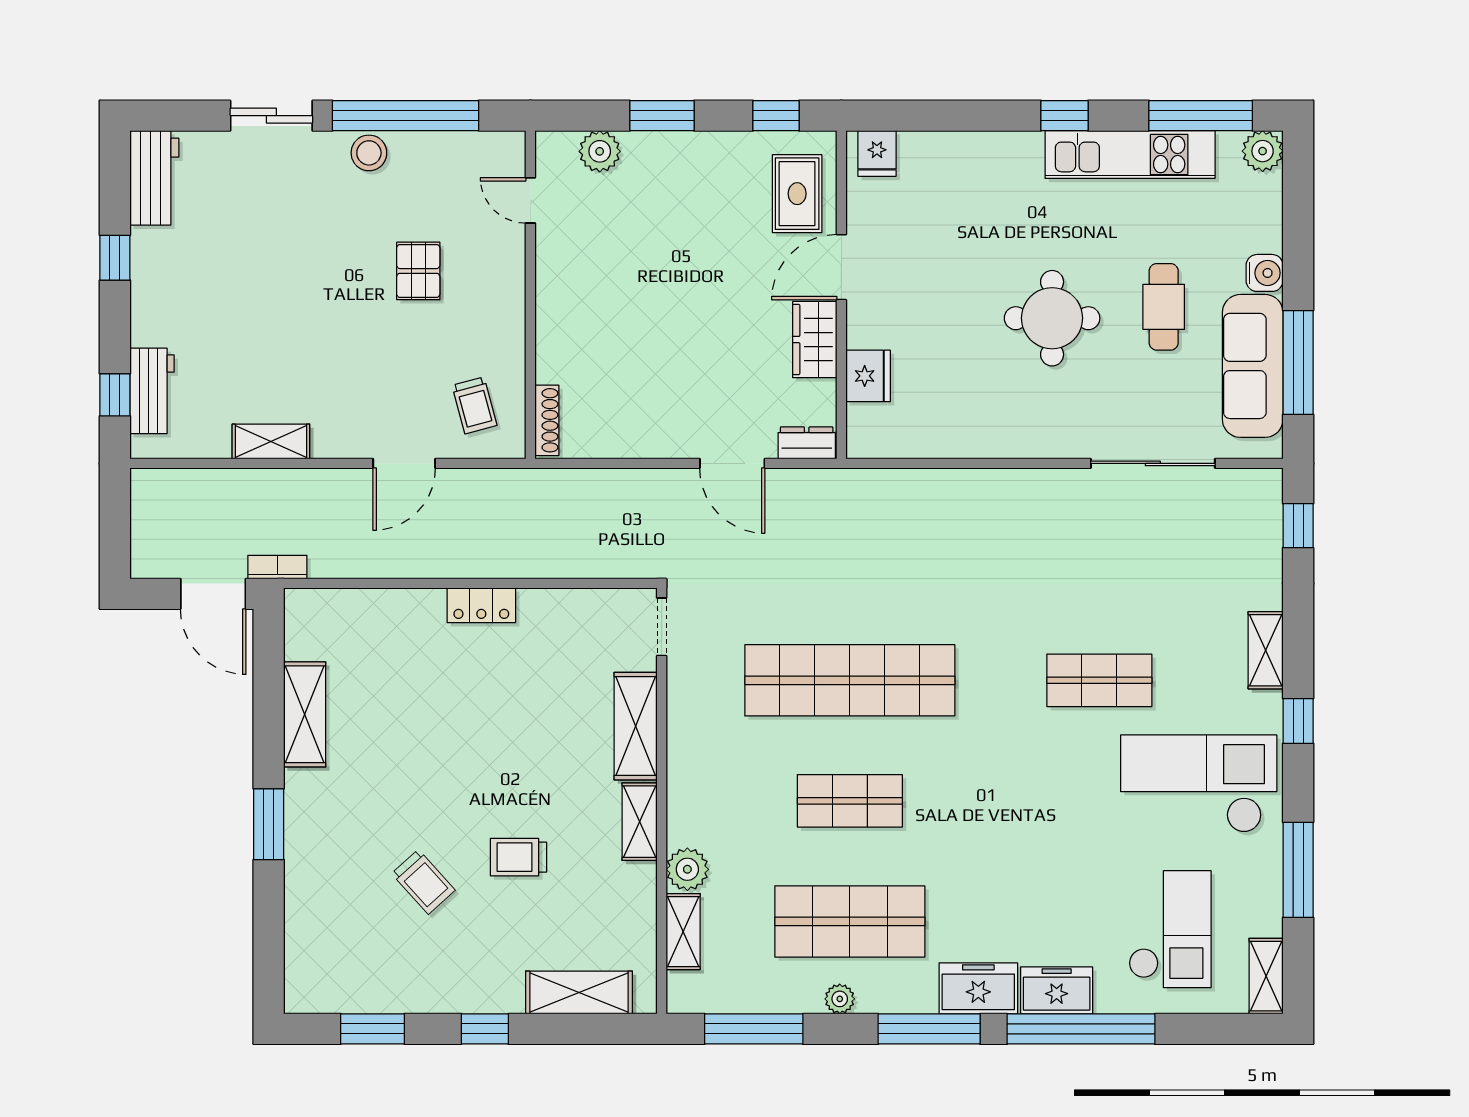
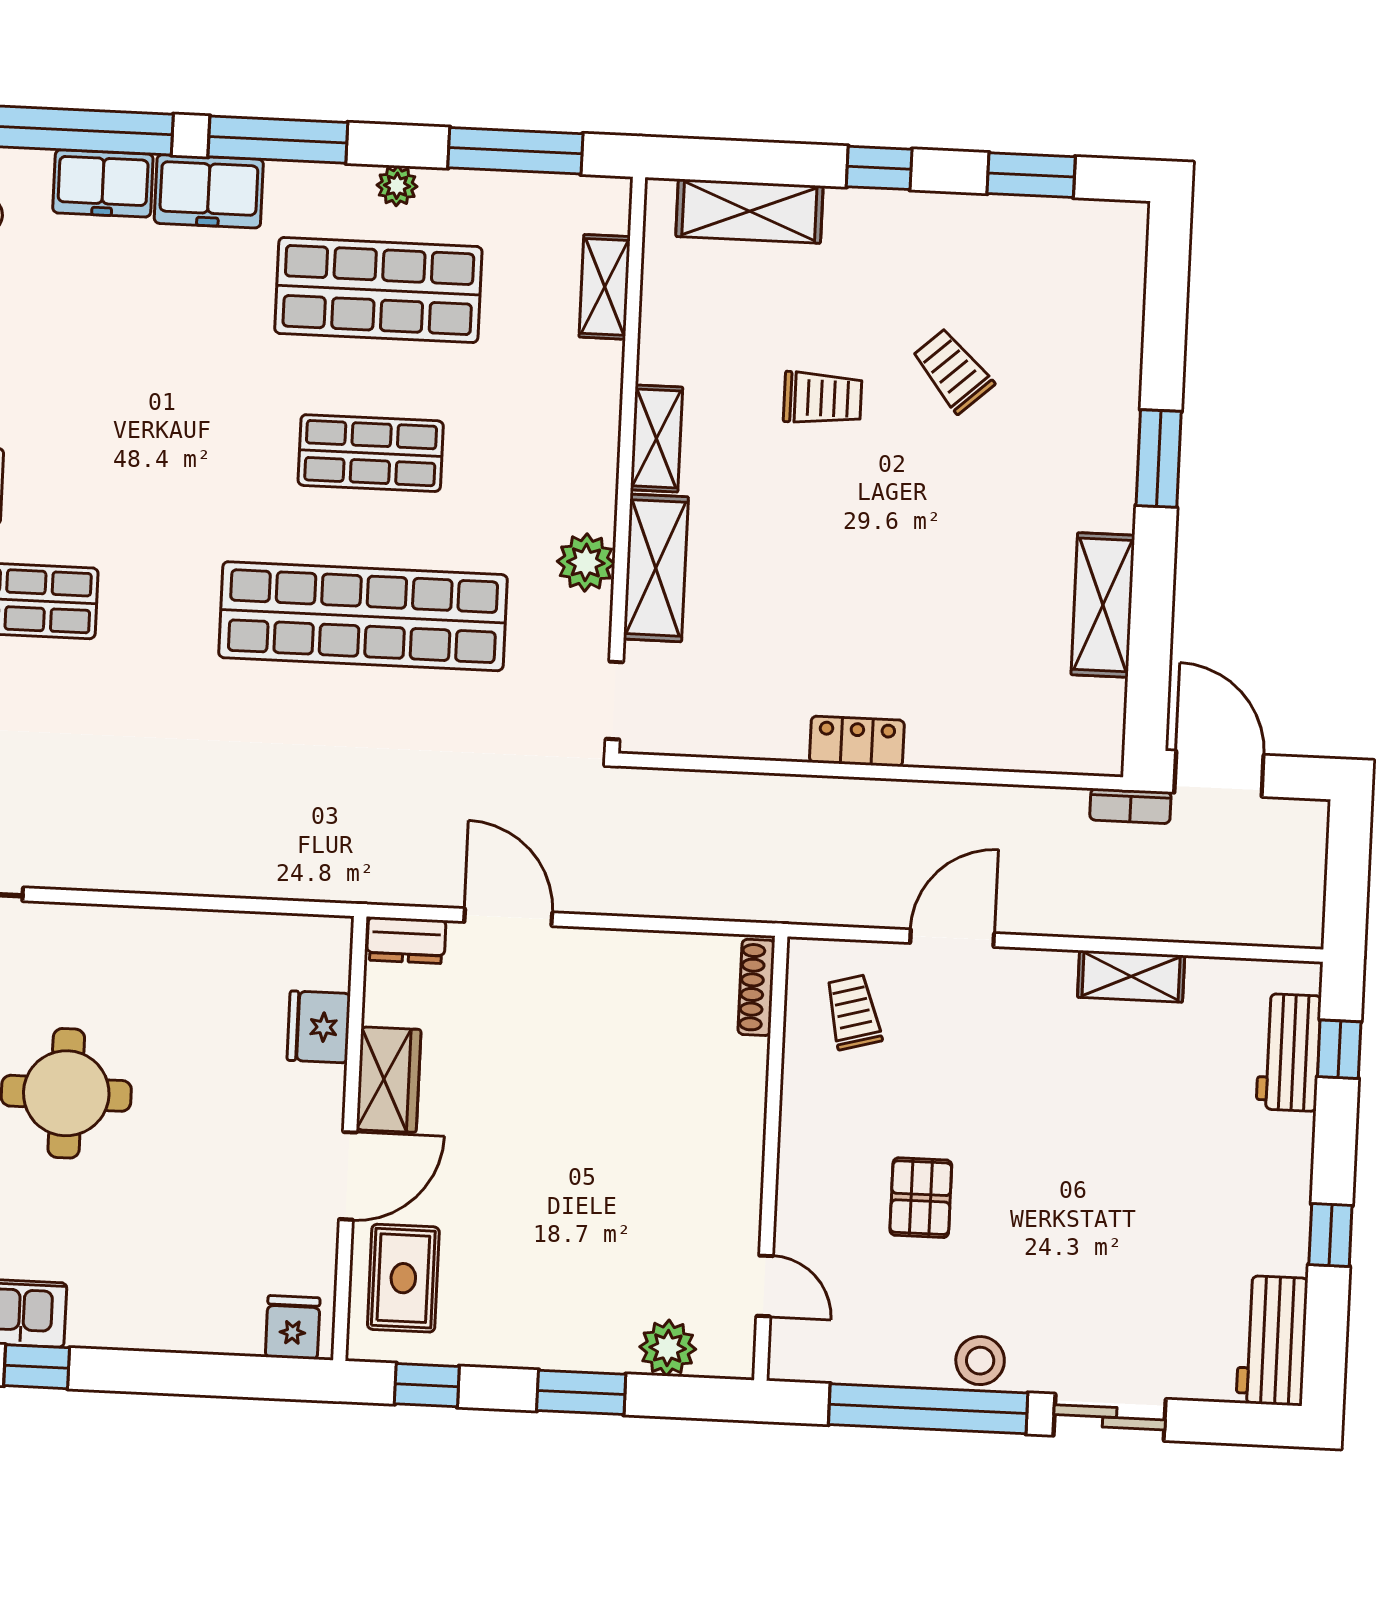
plant: (687, 869) -> (586, 562), moved

